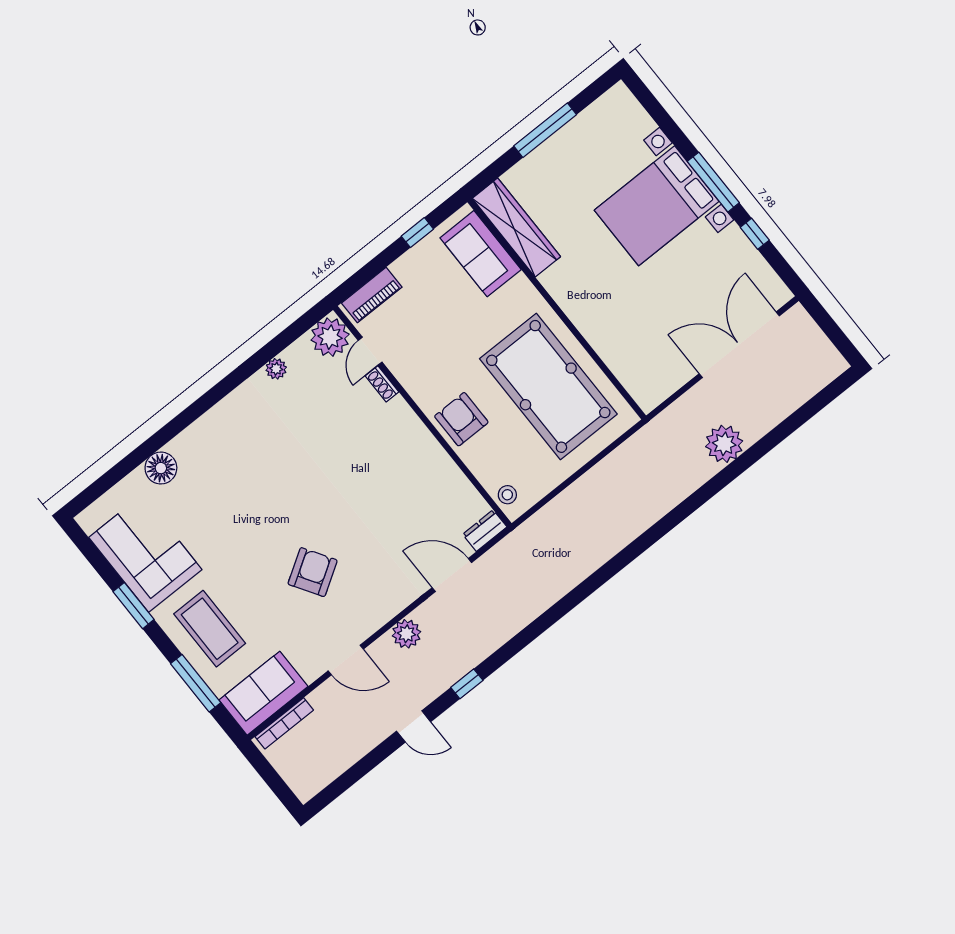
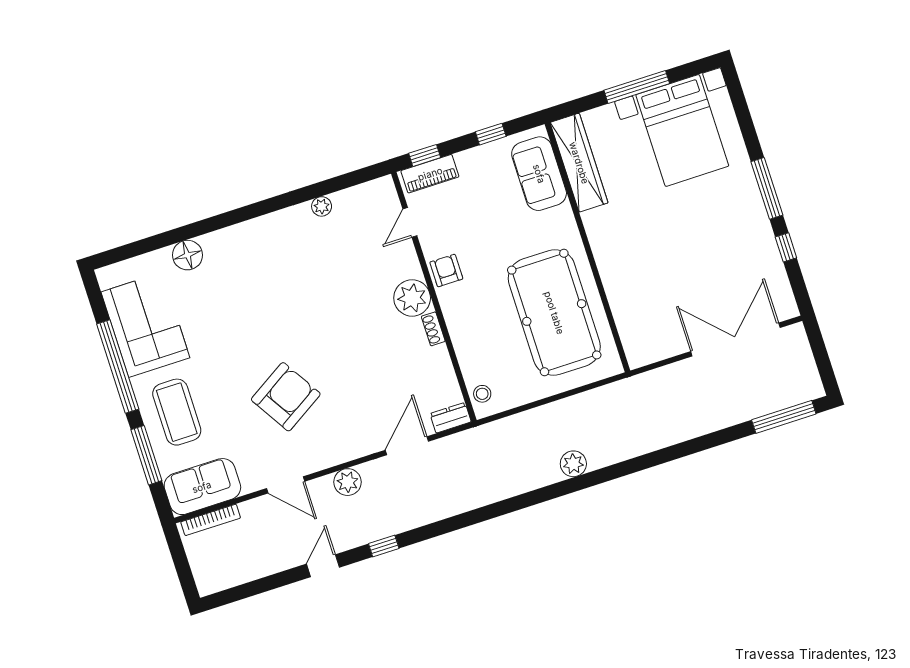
bed with nightstands: (657, 206) -> (682, 130), moved, turned -90
window: (360, 279) -> (425, 155), added
plant: (330, 337) -> (412, 298), moved
shoe rack: (382, 384) -> (433, 329), moved
window: (817, 403) -> (784, 417), added
armchair: (461, 419) -> (446, 271), moved, width x0.72, depth x0.72
plant: (724, 444) -> (573, 464), moved, width x0.73, depth x0.73
armchair: (313, 572) -> (286, 397), width x1.36, depth x1.36
door: (452, 575) -> (407, 446), hinge flipped
window: (134, 606) -> (118, 366), width x2.11
door: (414, 726) -> (323, 566), swing flipped

